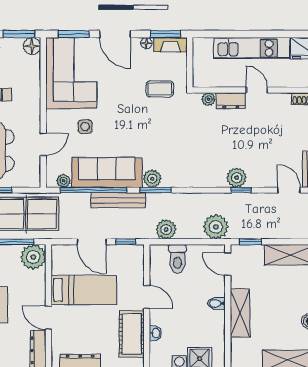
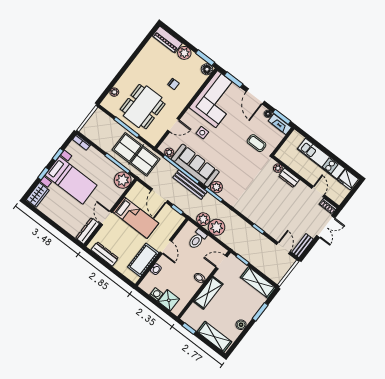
door: (257, 90) -> (318, 191), moved
plant: (237, 178) -> (261, 221), removed
plant: (216, 227) -> (217, 227), moved
door: (228, 264) -> (222, 262), hinge flipped

